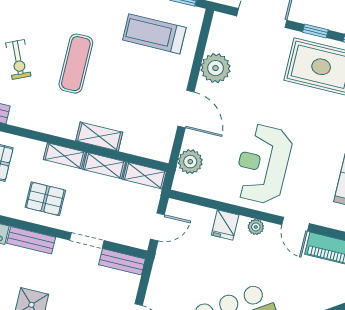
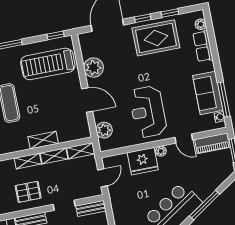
treadmill: (154, 34) -> (48, 64), width x1.37, depth x1.38
fridge: (225, 225) -> (143, 161), width x1.88, depth x1.34

